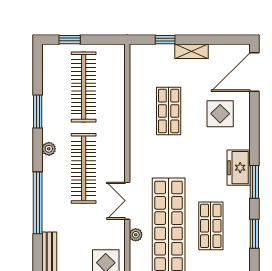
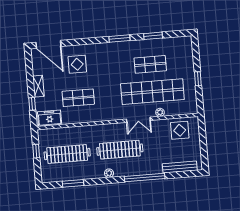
window: (70, 40) -> (36, 151), moved
window: (38, 111) -> (73, 183), moved
freezer: (239, 168) -> (50, 118), moved, turned 180

